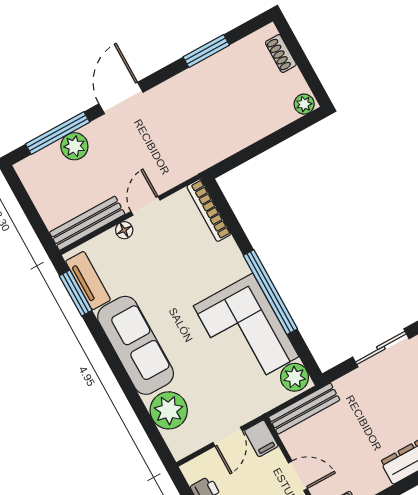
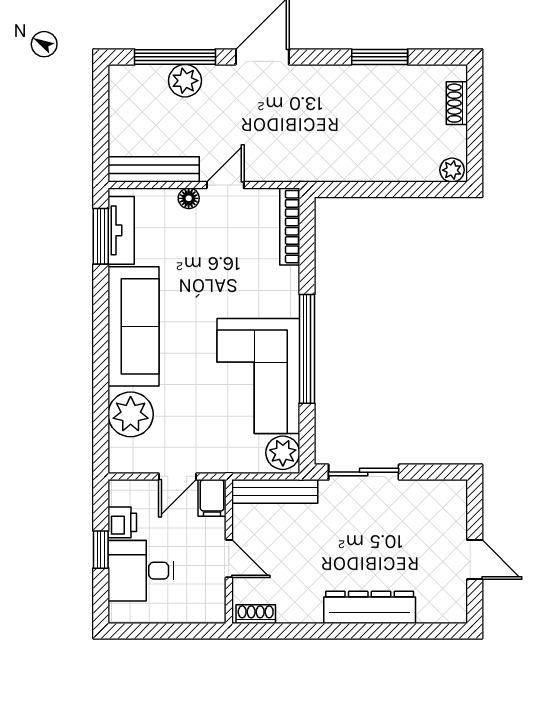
sliding door: (381, 348) -> (364, 472), moved

